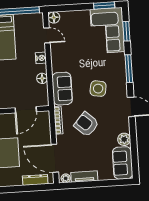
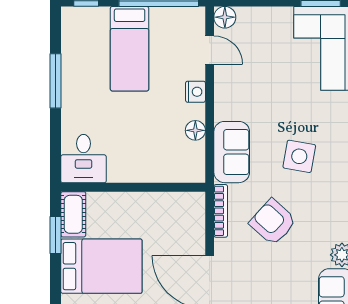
door: (26, 110) -> (161, 187), removed

